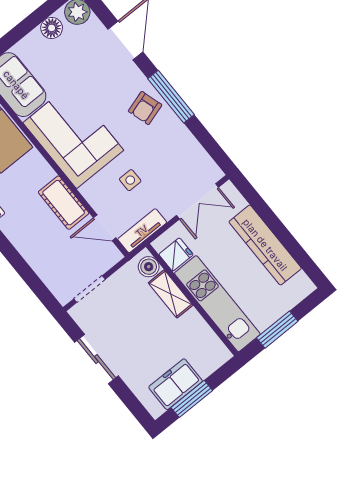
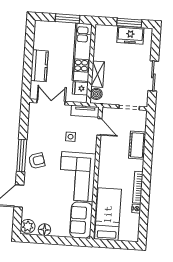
cot: (64, 203) -> (137, 145), moved
kitchen counter: (265, 245) -> (39, 66), width x0.67

